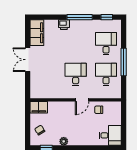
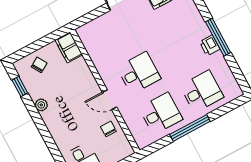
window: (107, 17) -> (238, 73), removed
printer: (64, 25) -> (210, 45), moved

